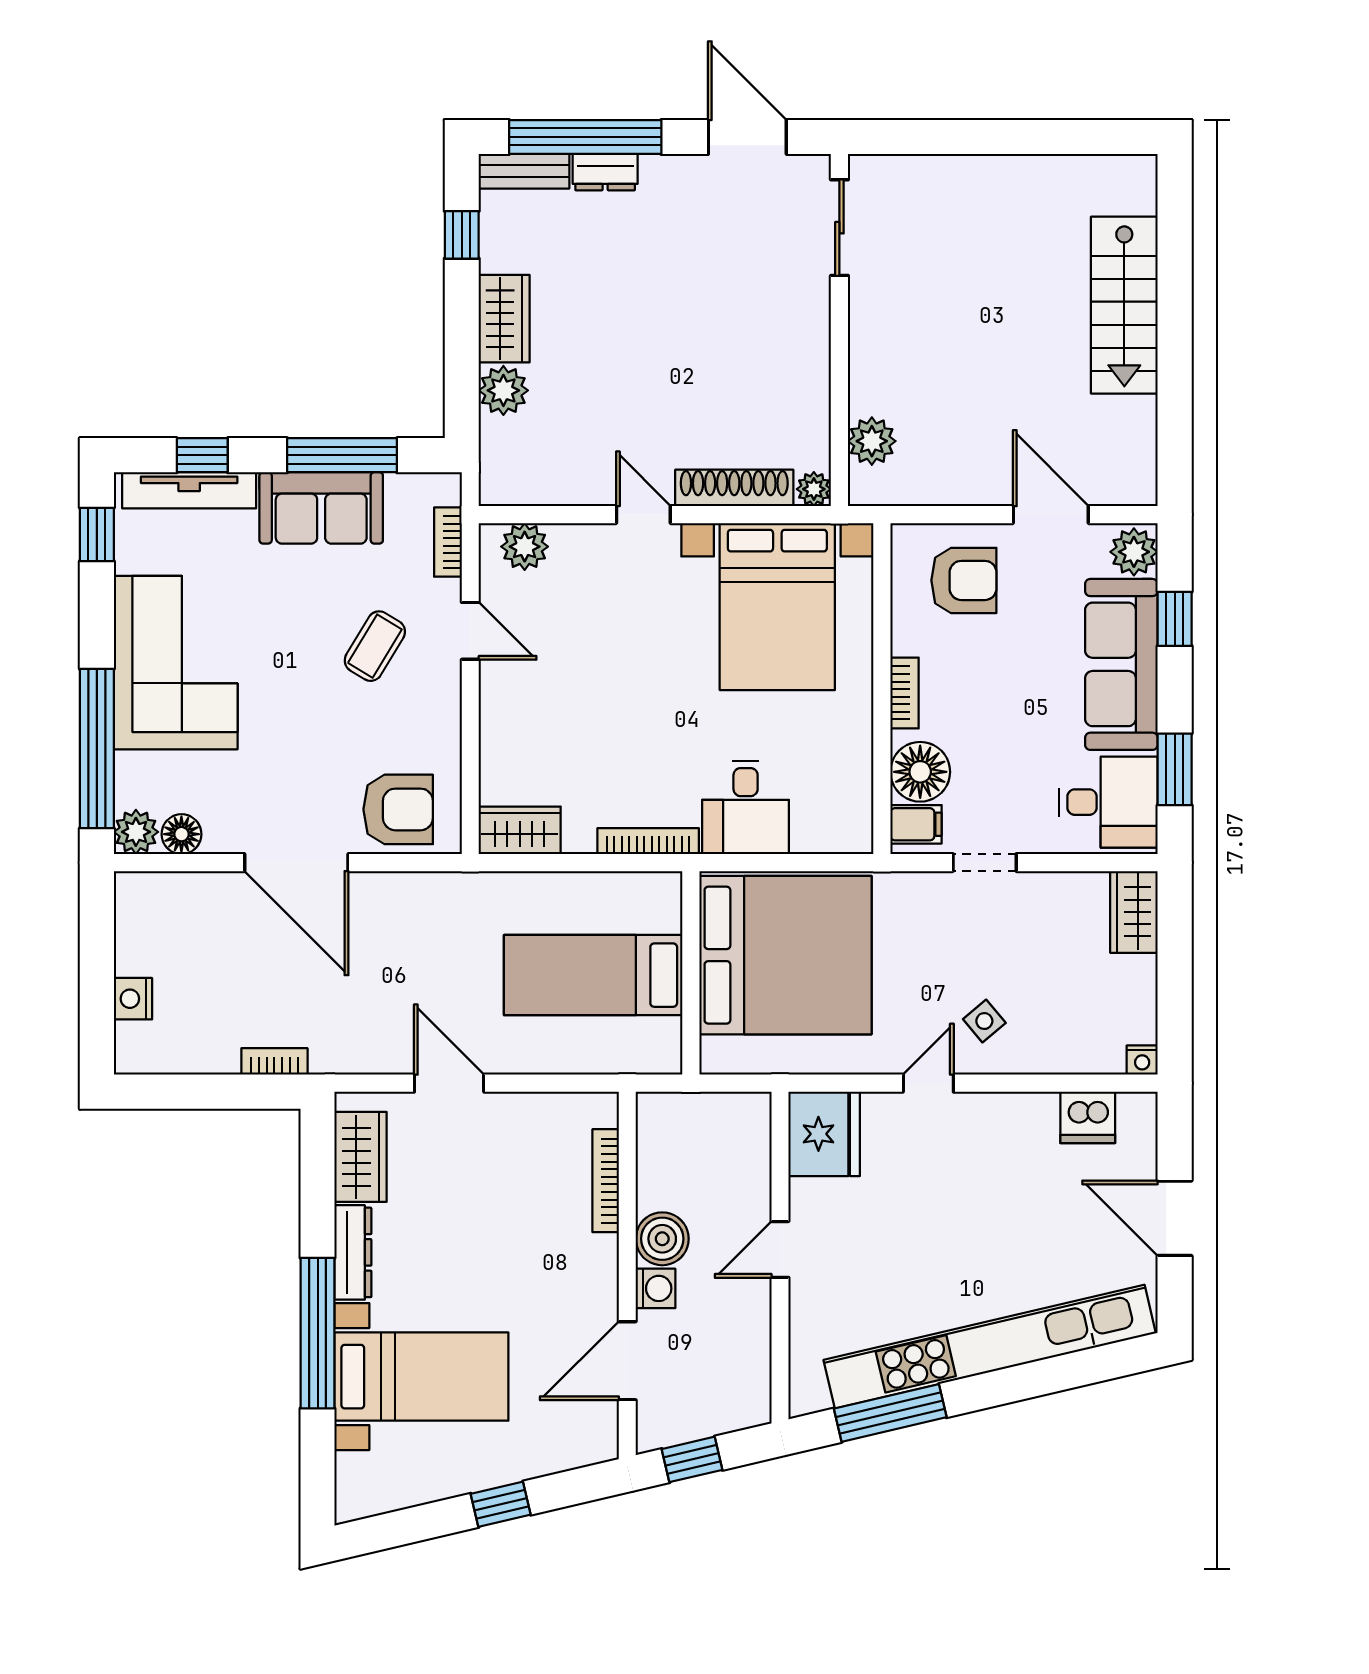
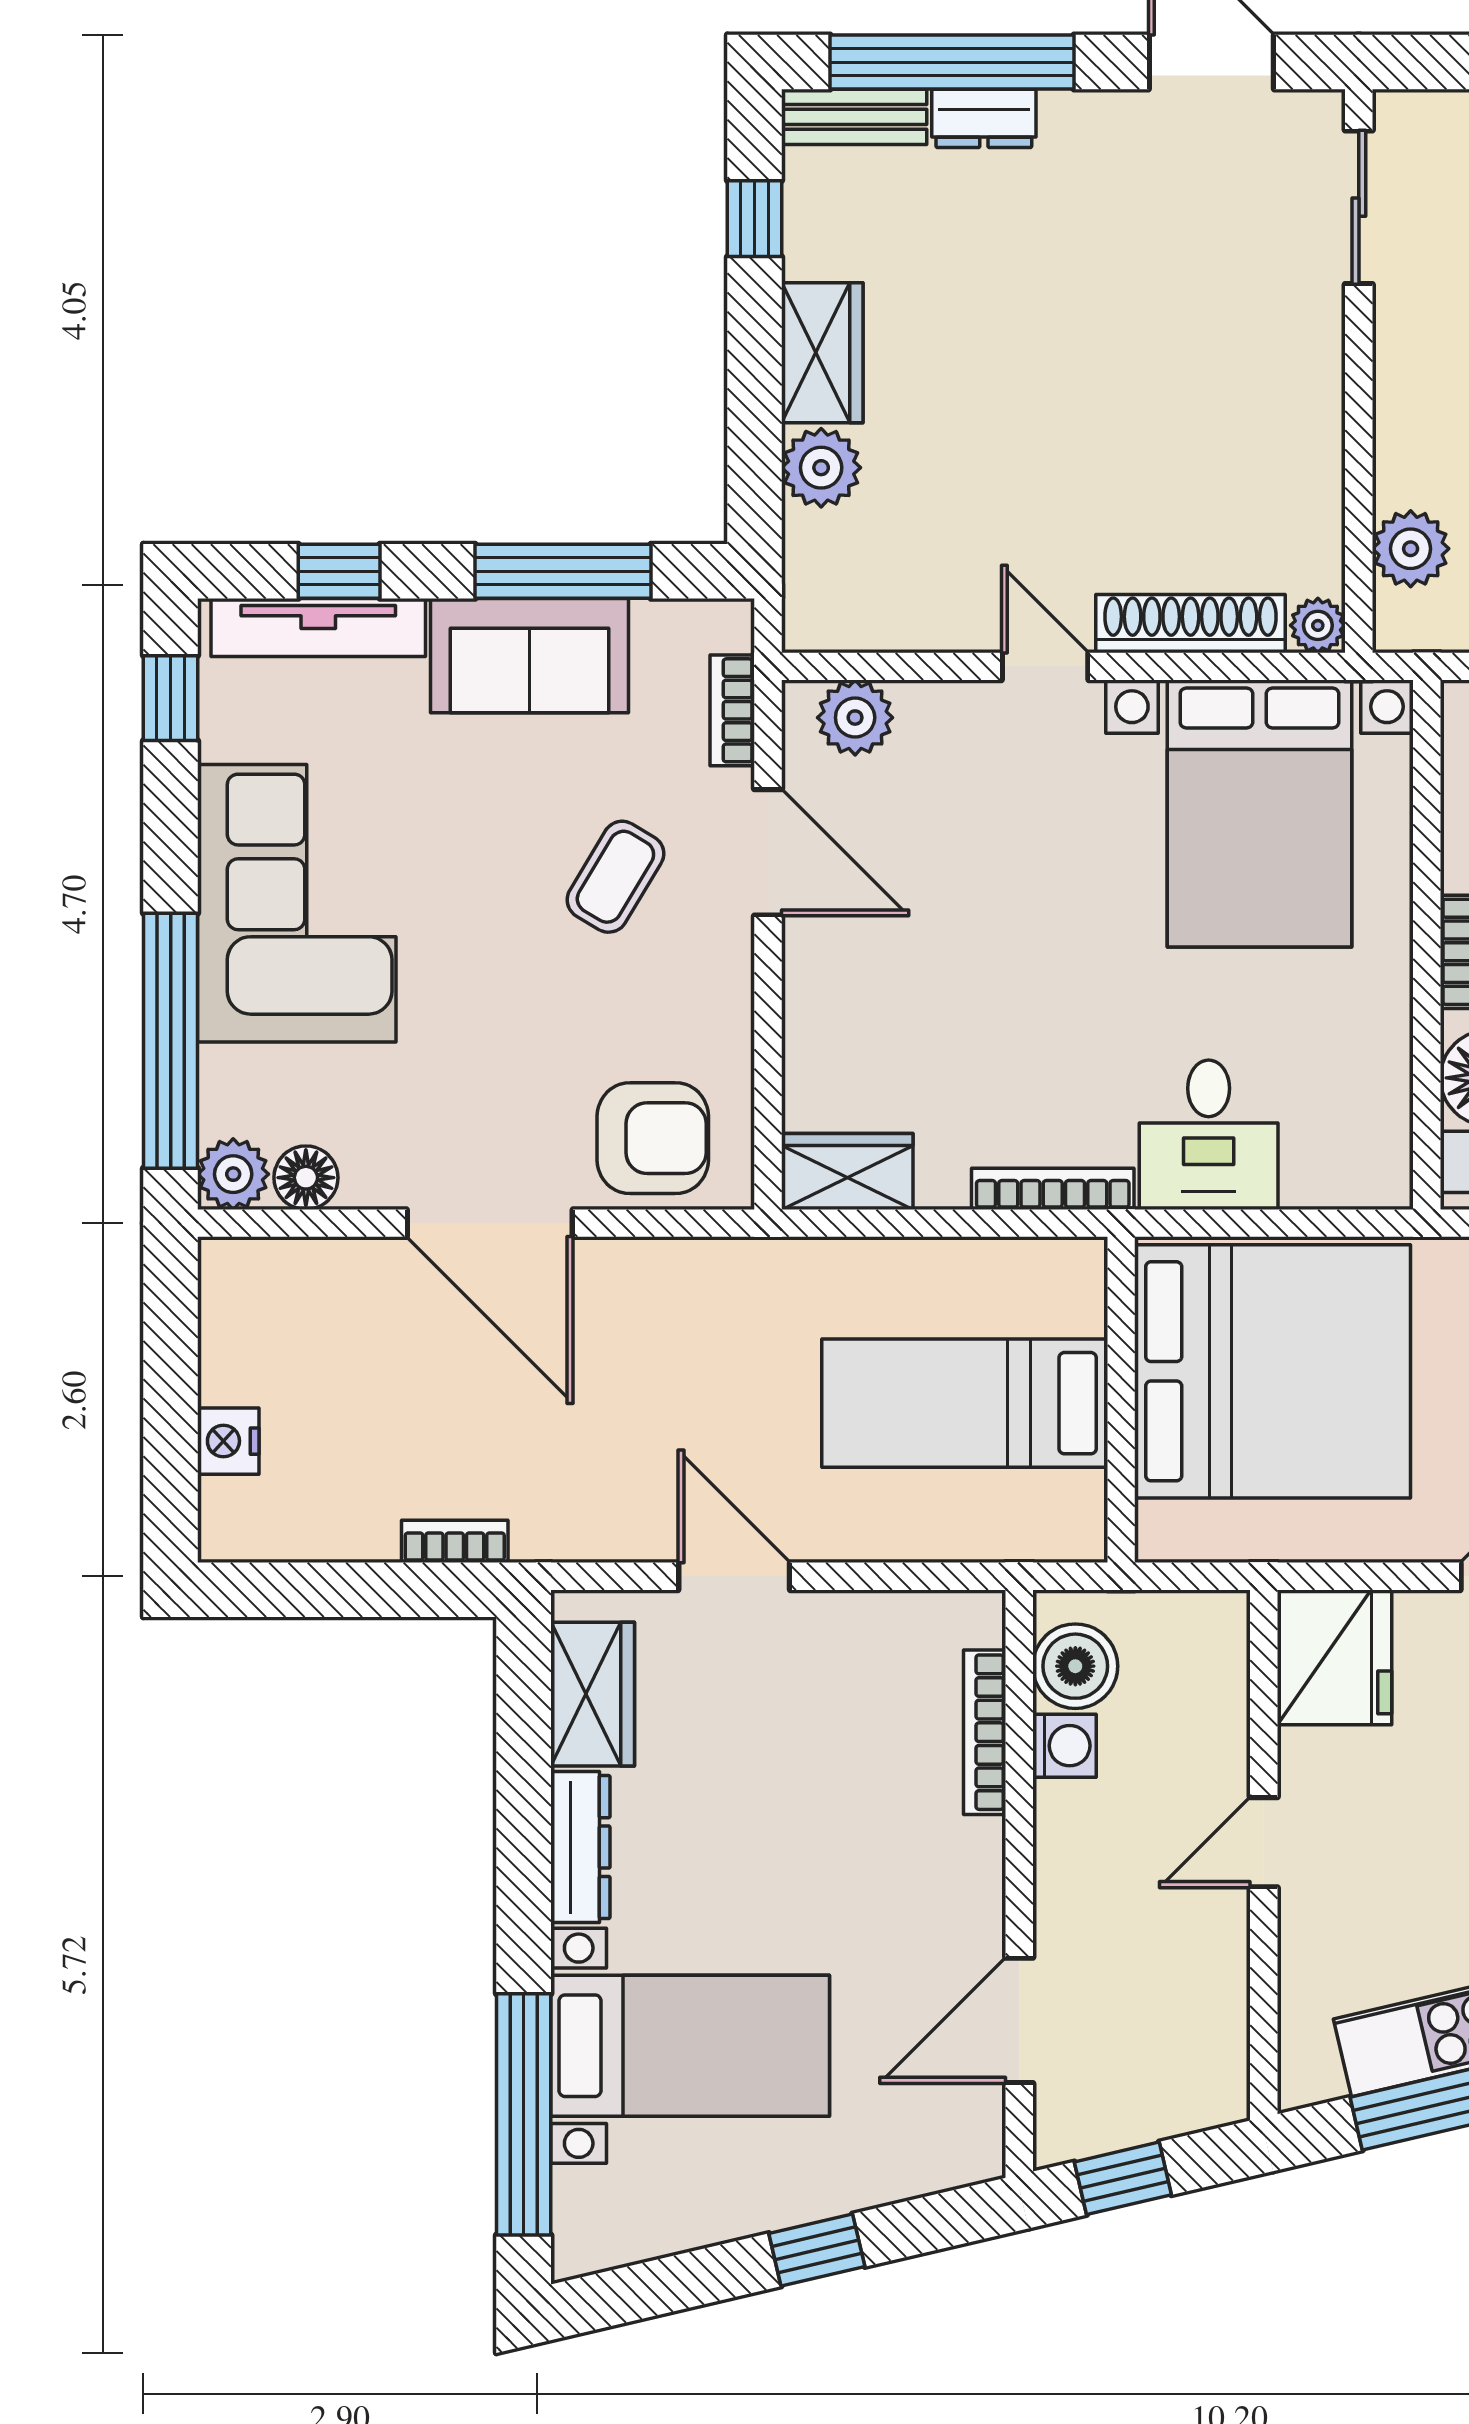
door: (470, 631) -> (768, 852), width x1.37
boiler: (662, 1239) -> (1075, 1666), moved
washing machine: (656, 1288) -> (1065, 1746), moved
window: (318, 1333) -> (524, 2114), moved

